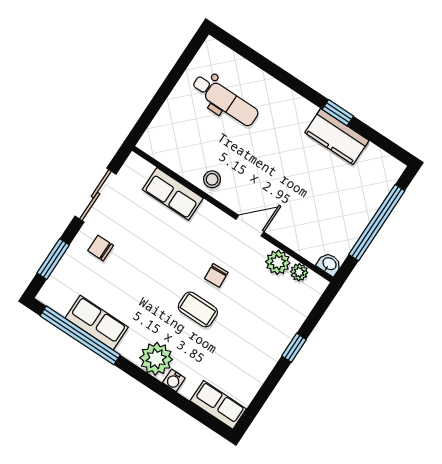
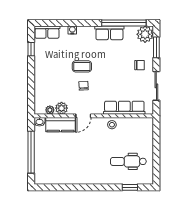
window: (338, 113) -> (130, 187), moved
kitchen counter: (337, 137) -> (60, 125), moved, turned 180
row of seats: (173, 194) -> (124, 108), width x1.48
row of seats: (97, 323) -> (109, 33), moved
window: (294, 348) -> (31, 49), moved
plant: (156, 359) -> (145, 34), moved

